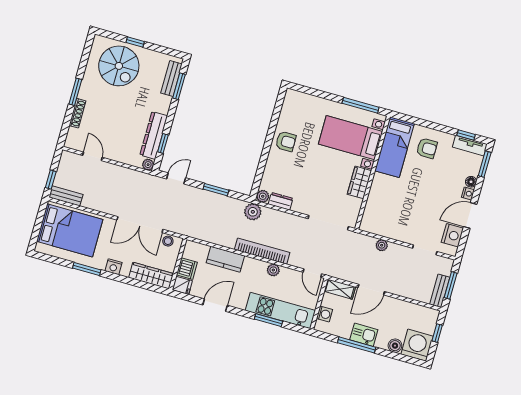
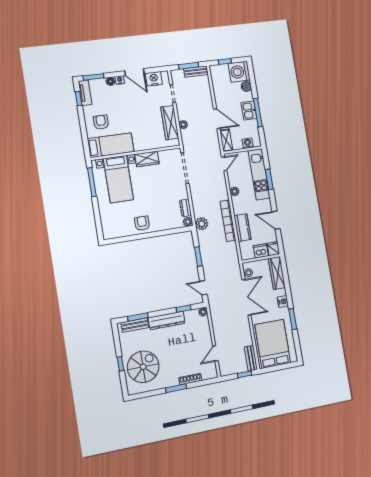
dresser: (154, 135) -> (167, 321), moved
wardrobe: (391, 230) -> (170, 123), added
bookcase: (262, 251) -> (228, 221), moved

